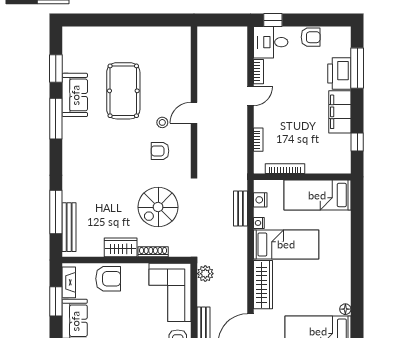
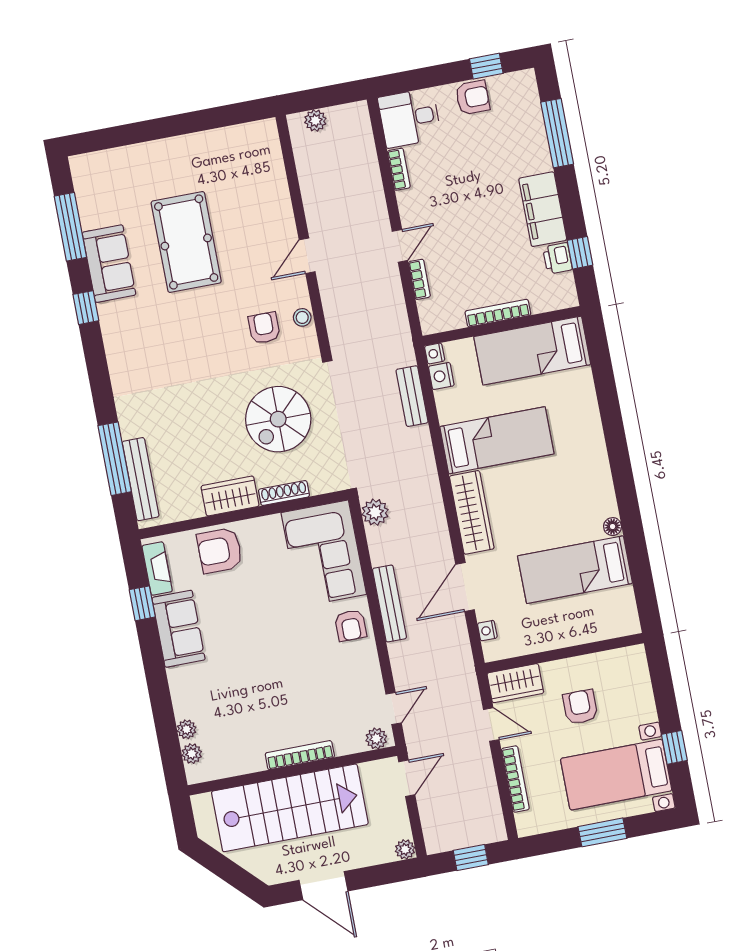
window: (273, 20) -> (486, 66), moved
plant: (214, 33) -> (315, 120), added
window: (56, 69) -> (70, 227), width x1.44
printer: (339, 73) -> (558, 258), moved, width x0.53, depth x0.68
door: (250, 96) -> (400, 246), moved
window: (56, 119) -> (86, 308), width x0.46
stool: (162, 122) -> (302, 317), moved
armchair: (160, 151) -> (264, 328), turned 90
bookcase: (285, 169) -> (498, 313), moved
nightstand: (259, 223) -> (435, 353), moved
armchair: (108, 279) -> (220, 550), turned 180
window: (56, 301) -> (142, 603), width x0.67

